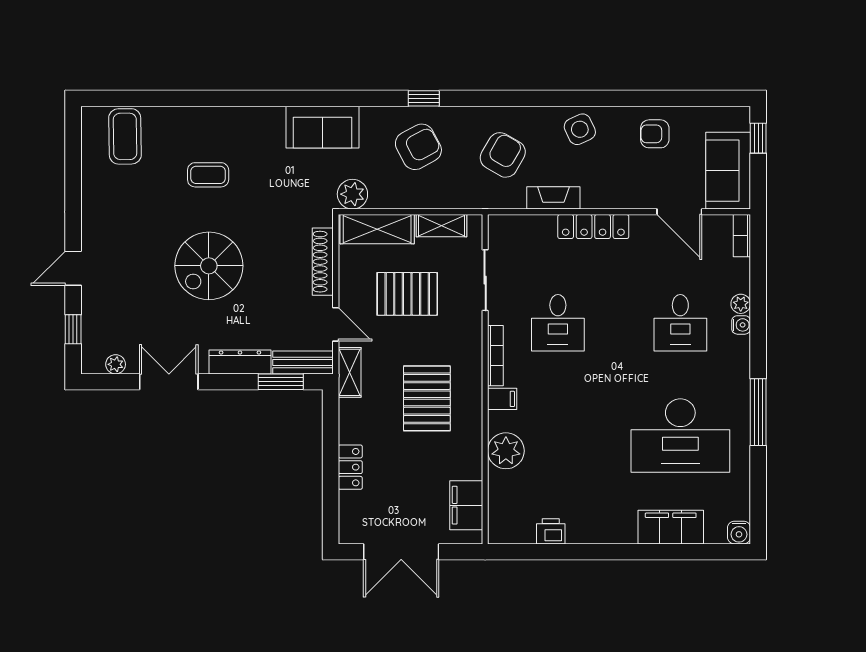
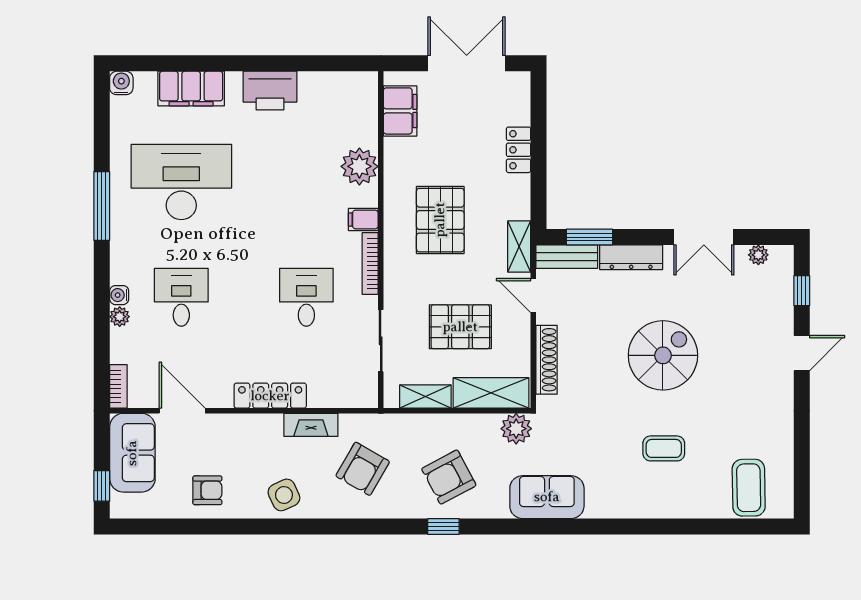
printer: (551, 531) -> (270, 91), moved, width x1.87, depth x1.48

